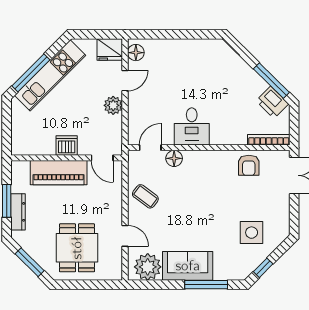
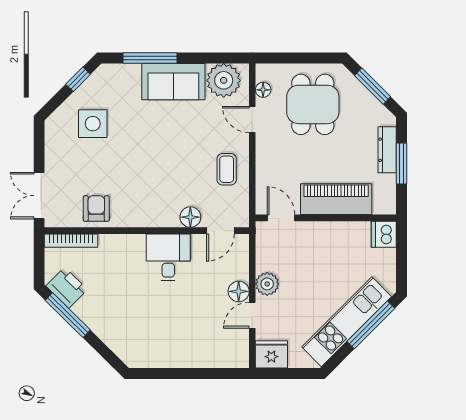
floor lamp: (136, 53) -> (239, 291), moved
dishwasher: (67, 145) -> (384, 234), moved, turned 90
coffee table: (145, 196) -> (227, 169), turned 53
floor lamp: (116, 259) -> (263, 90), added

